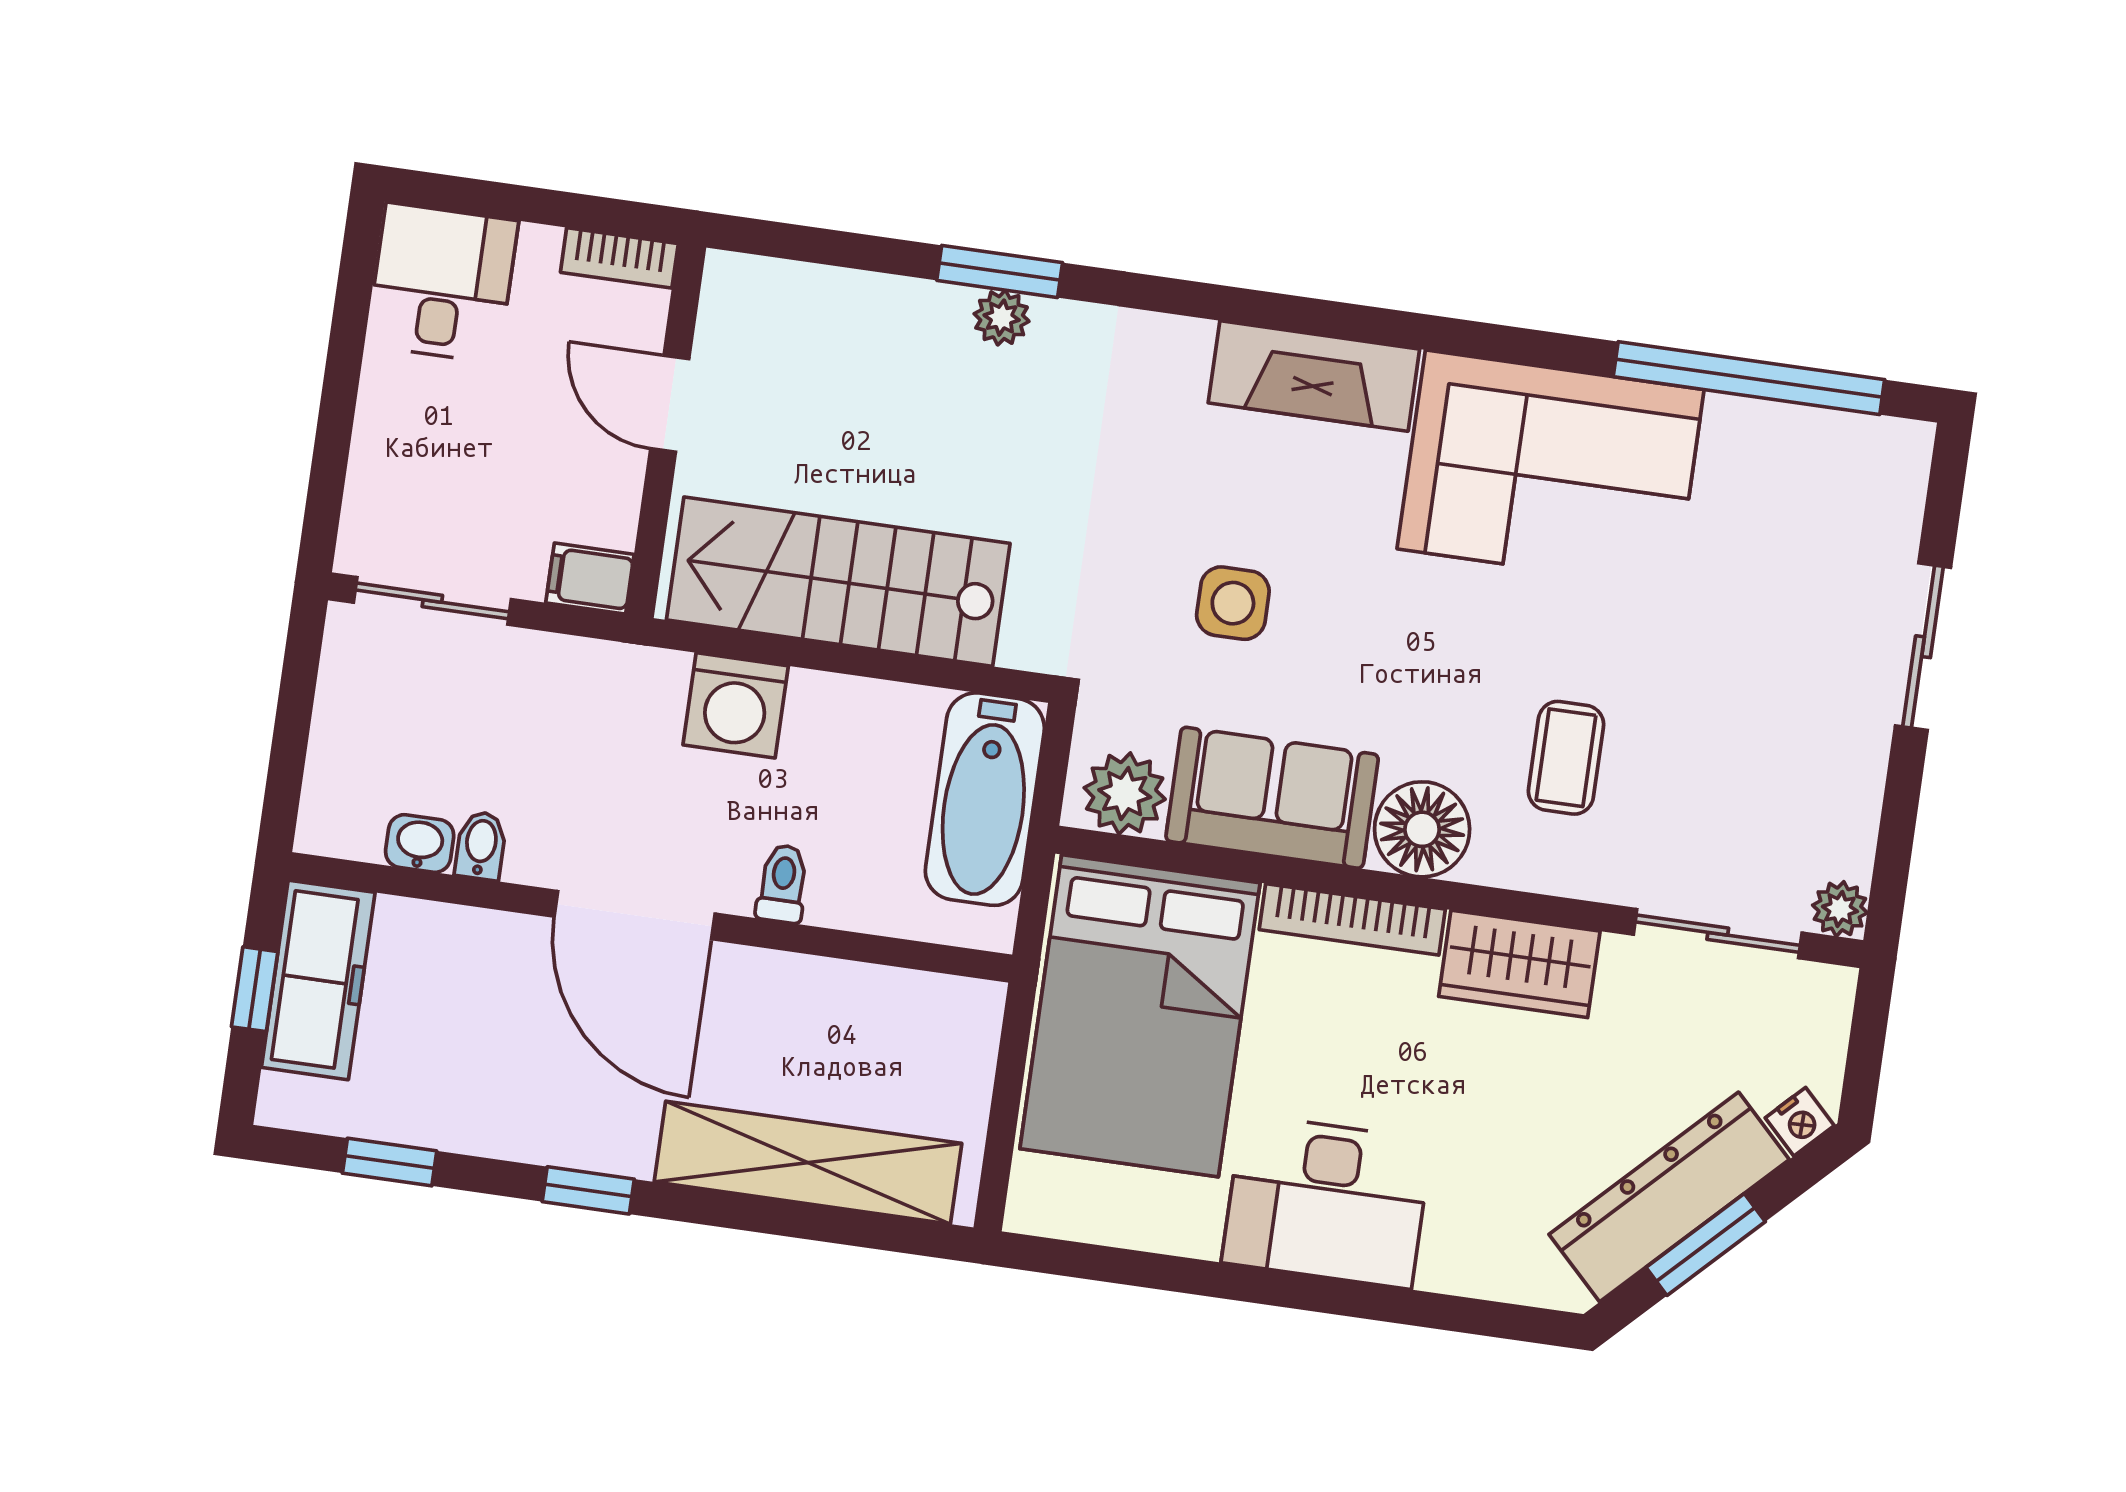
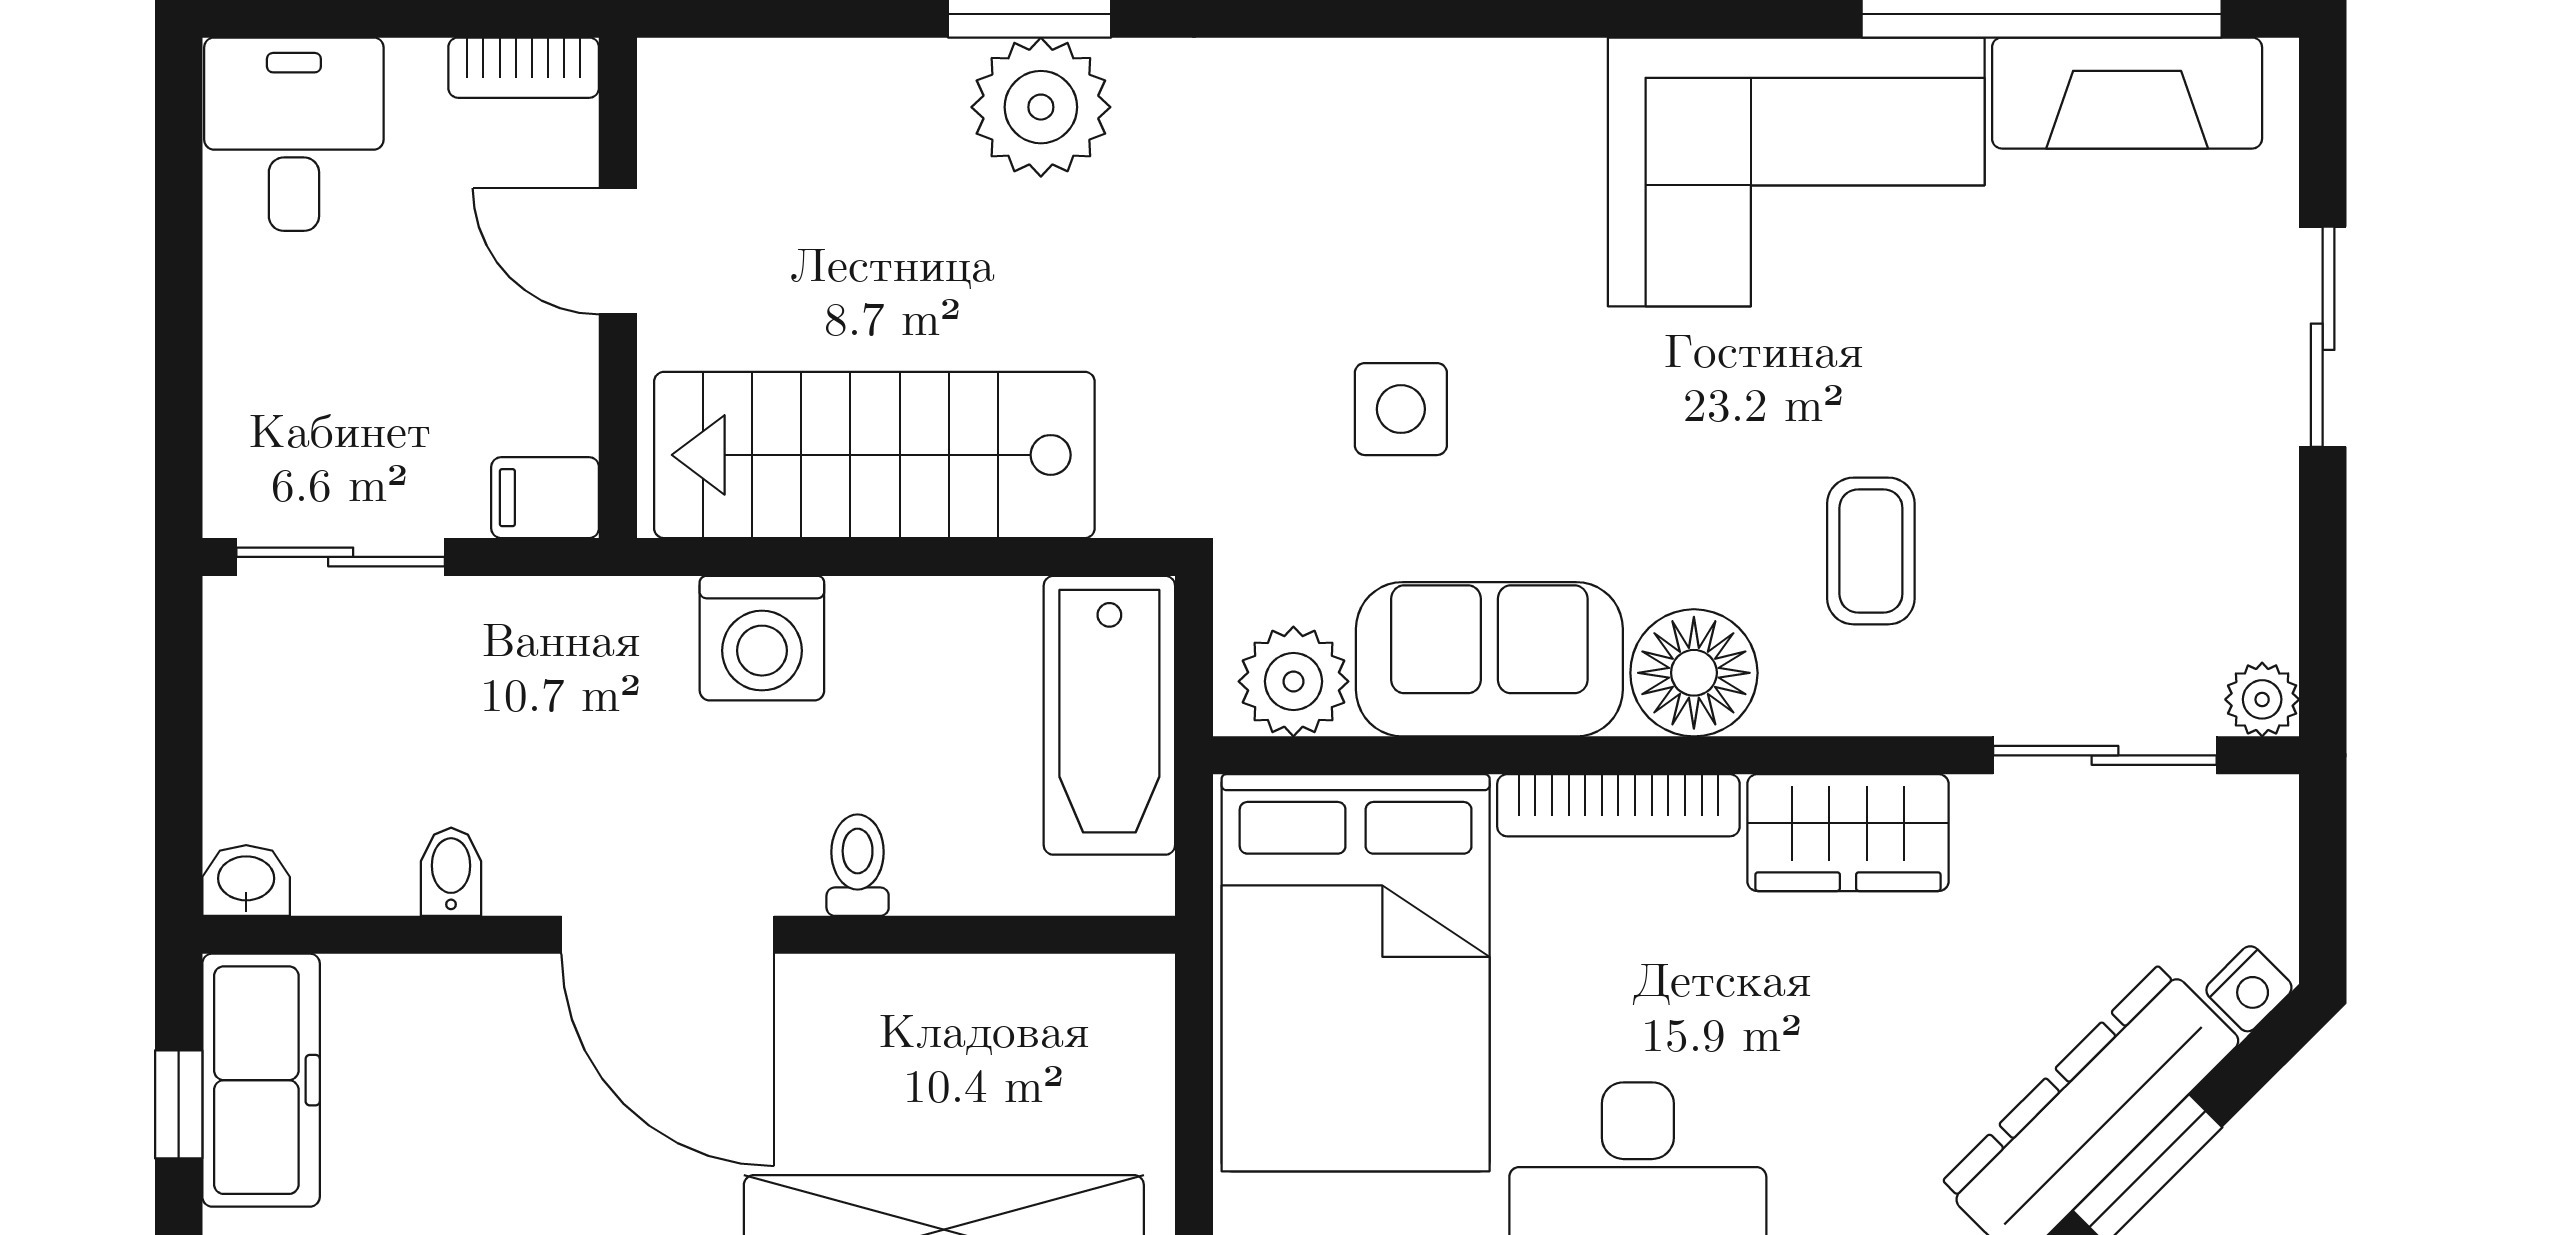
plant: (1002, 318) -> (1041, 107), width x1.87, depth x1.87
fireplace: (1314, 376) -> (2127, 93), moved
washbasin: (420, 843) -> (246, 880), moved

